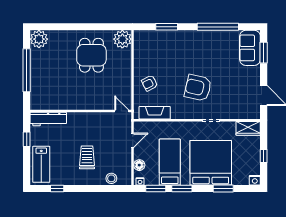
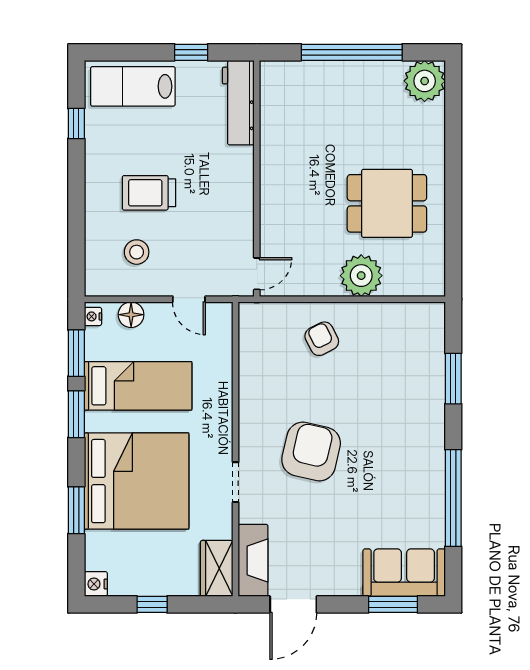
plant: (122, 39) -> (361, 276), moved
fireplace: (155, 113) -> (253, 560), moved
trolley: (87, 157) -> (149, 193), turned 180
stool: (111, 178) -> (137, 252), moved

